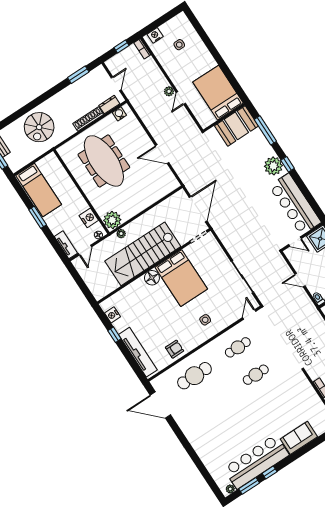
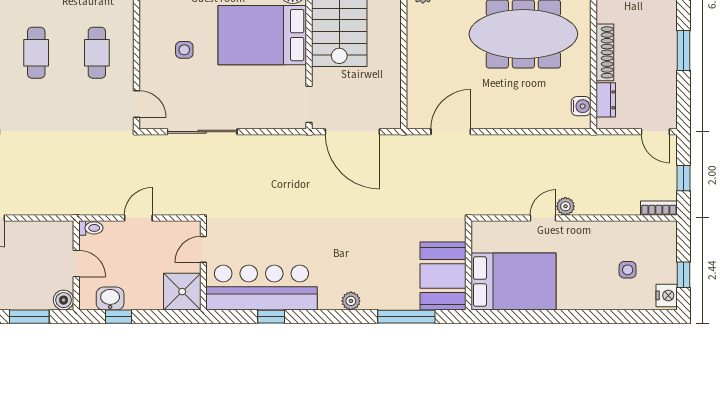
window: (165, 18) -> (684, 275), added
nightstand: (155, 35) -> (667, 295), moved
window: (78, 75) -> (684, 51), moved
door: (116, 84) -> (655, 132), moved
door: (181, 98) -> (543, 218), hinge flipped
door: (162, 154) -> (451, 132), moved
window: (288, 164) -> (271, 317), moved
plant: (273, 166) -> (351, 301), width x0.53, depth x0.53
side table: (205, 320) -> (184, 50), moved

